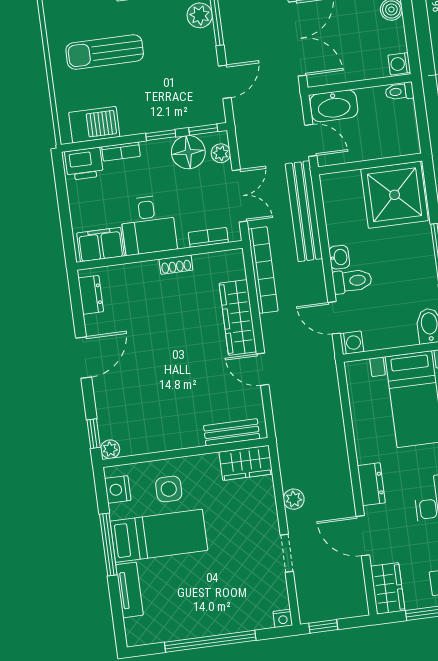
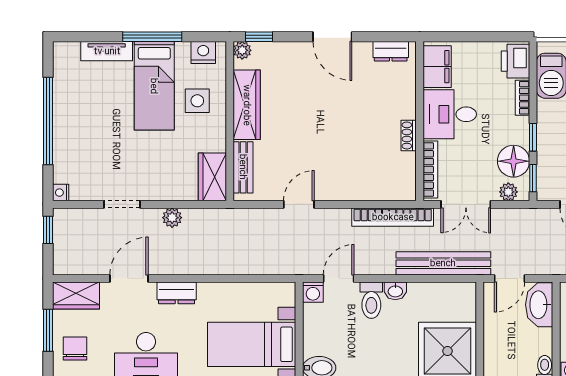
bookcase: (208, 237) -> (430, 170), width x1.56
wardrobe: (238, 318) -> (247, 105), moved, turned 90

